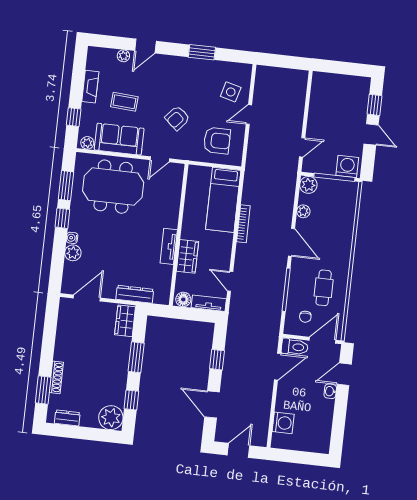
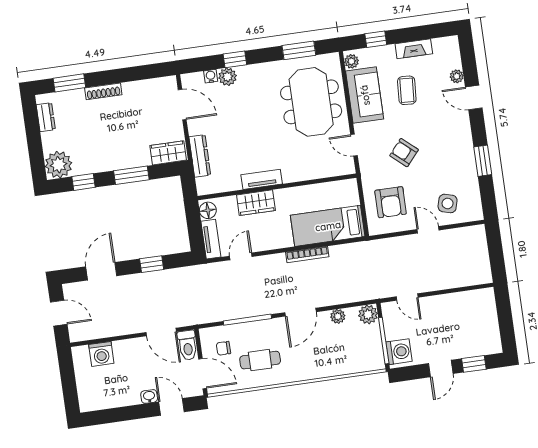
window: (62, 218) -> (235, 59), moved
water cooler: (72, 238) -> (211, 76), moved
shoe rack: (56, 377) -> (103, 91), moved

